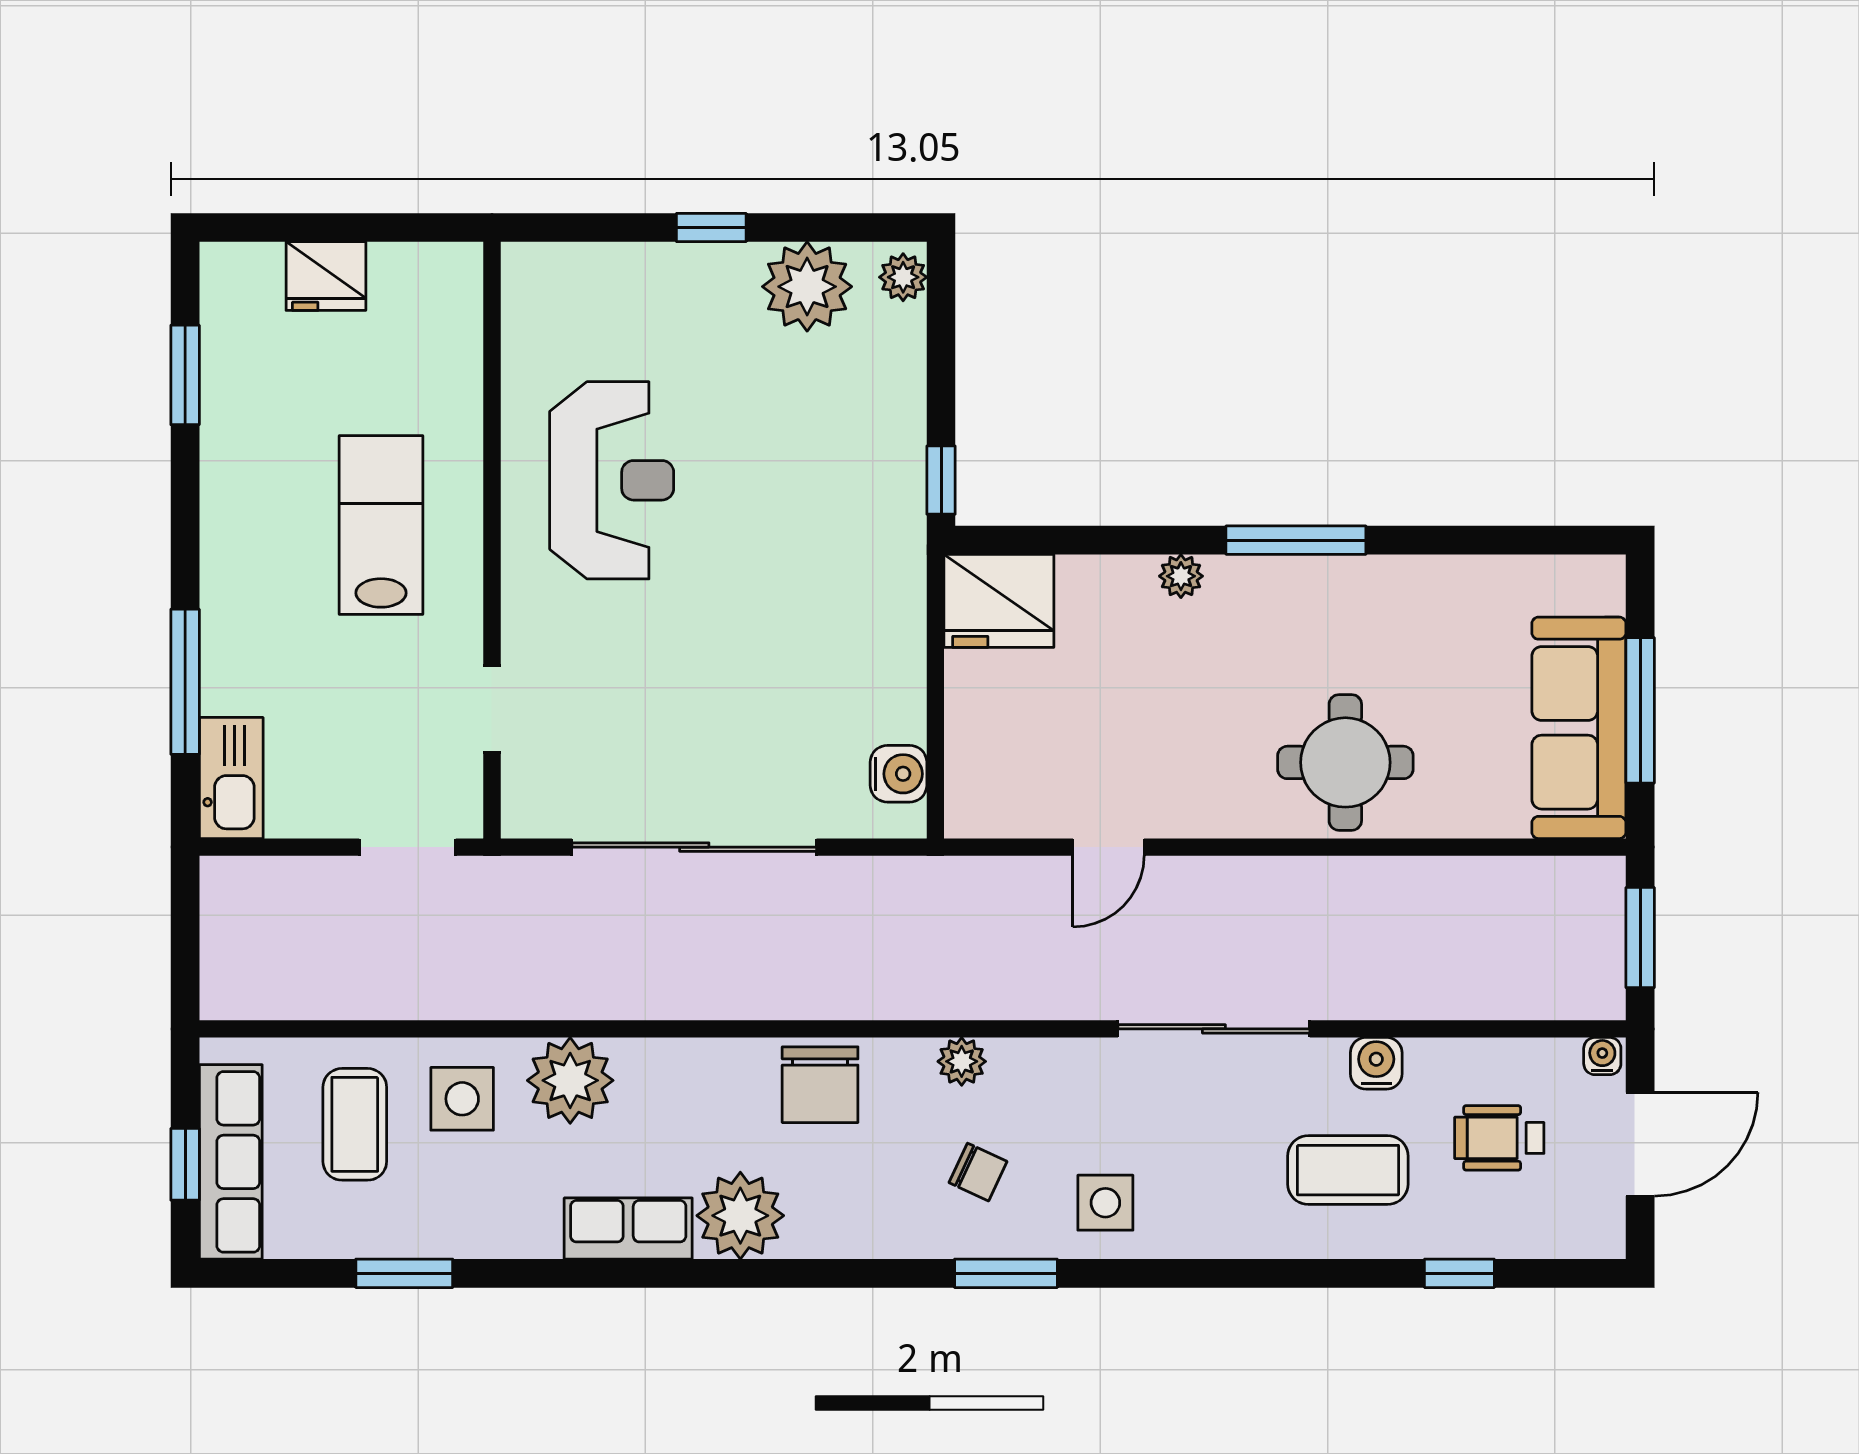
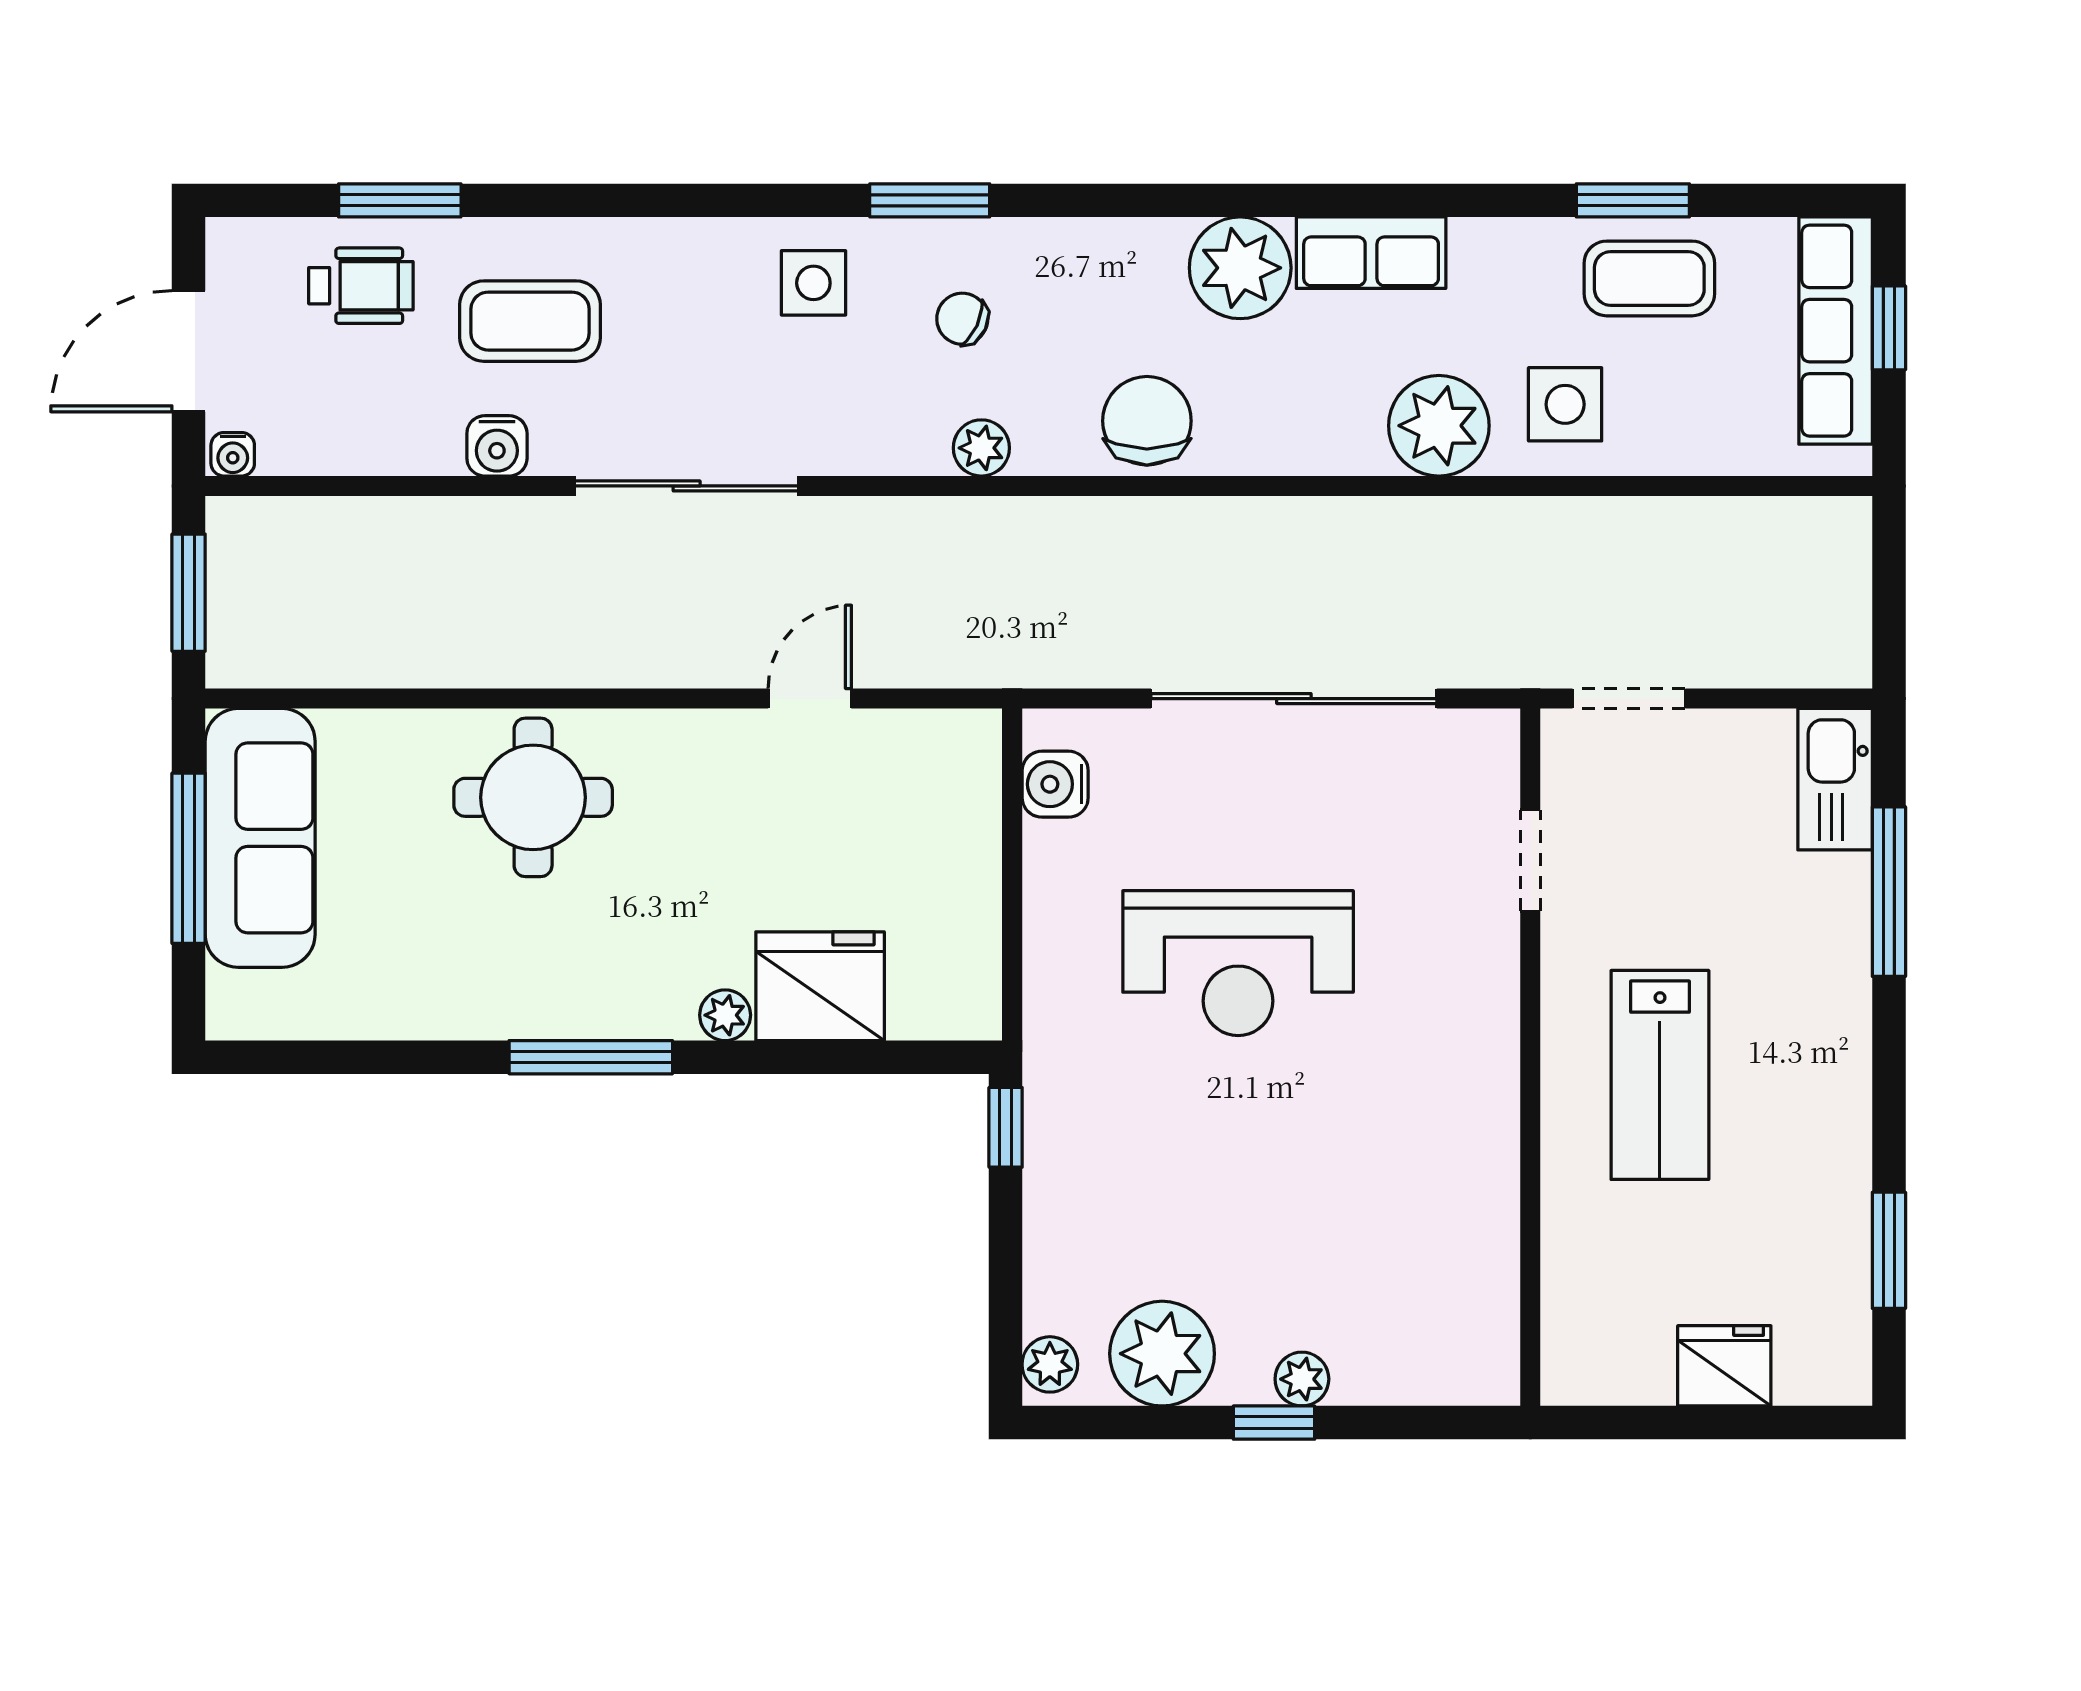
plant: (687, 265) -> (1302, 1379), added
reception desk: (612, 480) -> (1238, 963), moved, turned -90
fridge: (999, 601) -> (820, 986), moved
coffee table: (355, 1124) -> (1649, 278), moved, turned 90
wheelchair: (1499, 1138) -> (361, 286), moved
window: (1459, 1273) -> (400, 200), width x1.50

